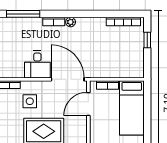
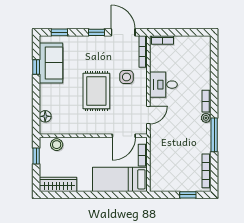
window: (23, 14) -> (214, 135), moved
door: (68, 79) -> (148, 115), width x0.53
door: (88, 104) -> (124, 136), swing flipped

